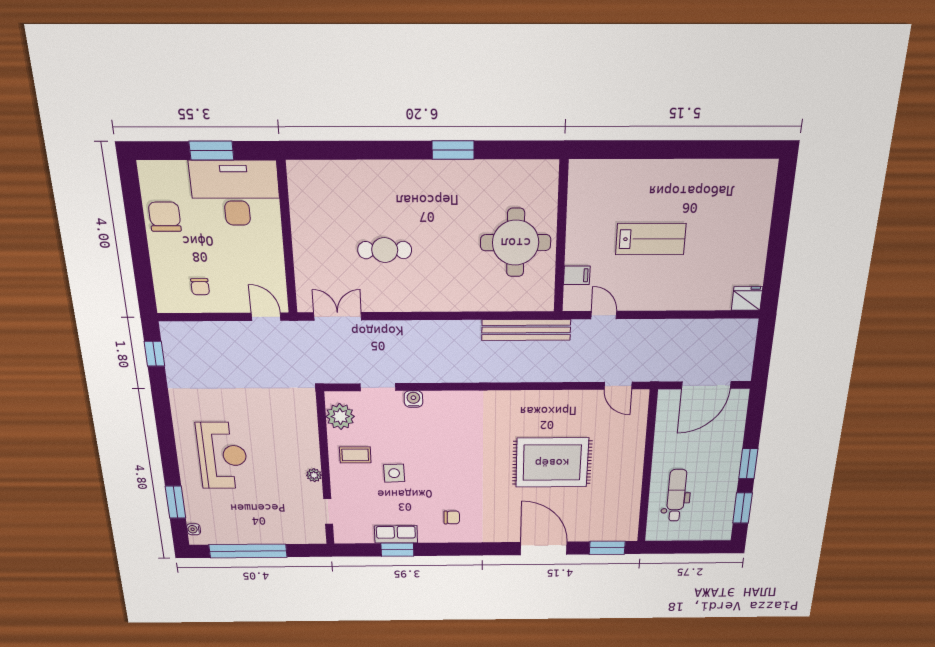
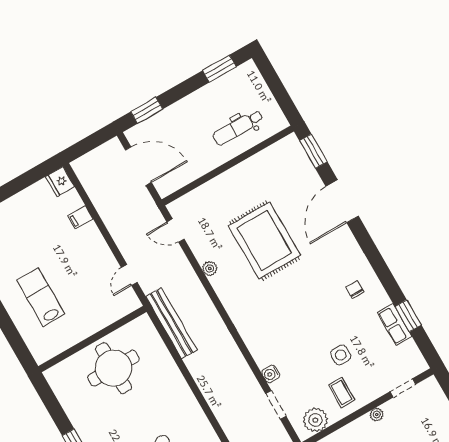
lab bench: (651, 239) -> (41, 297), moved
filing cabinet: (577, 275) -> (80, 217), moved, turned -90
door: (618, 386) -> (175, 230), swing flipped
plant: (558, 398) -> (210, 269), added
window: (748, 464) -> (147, 110), moved

